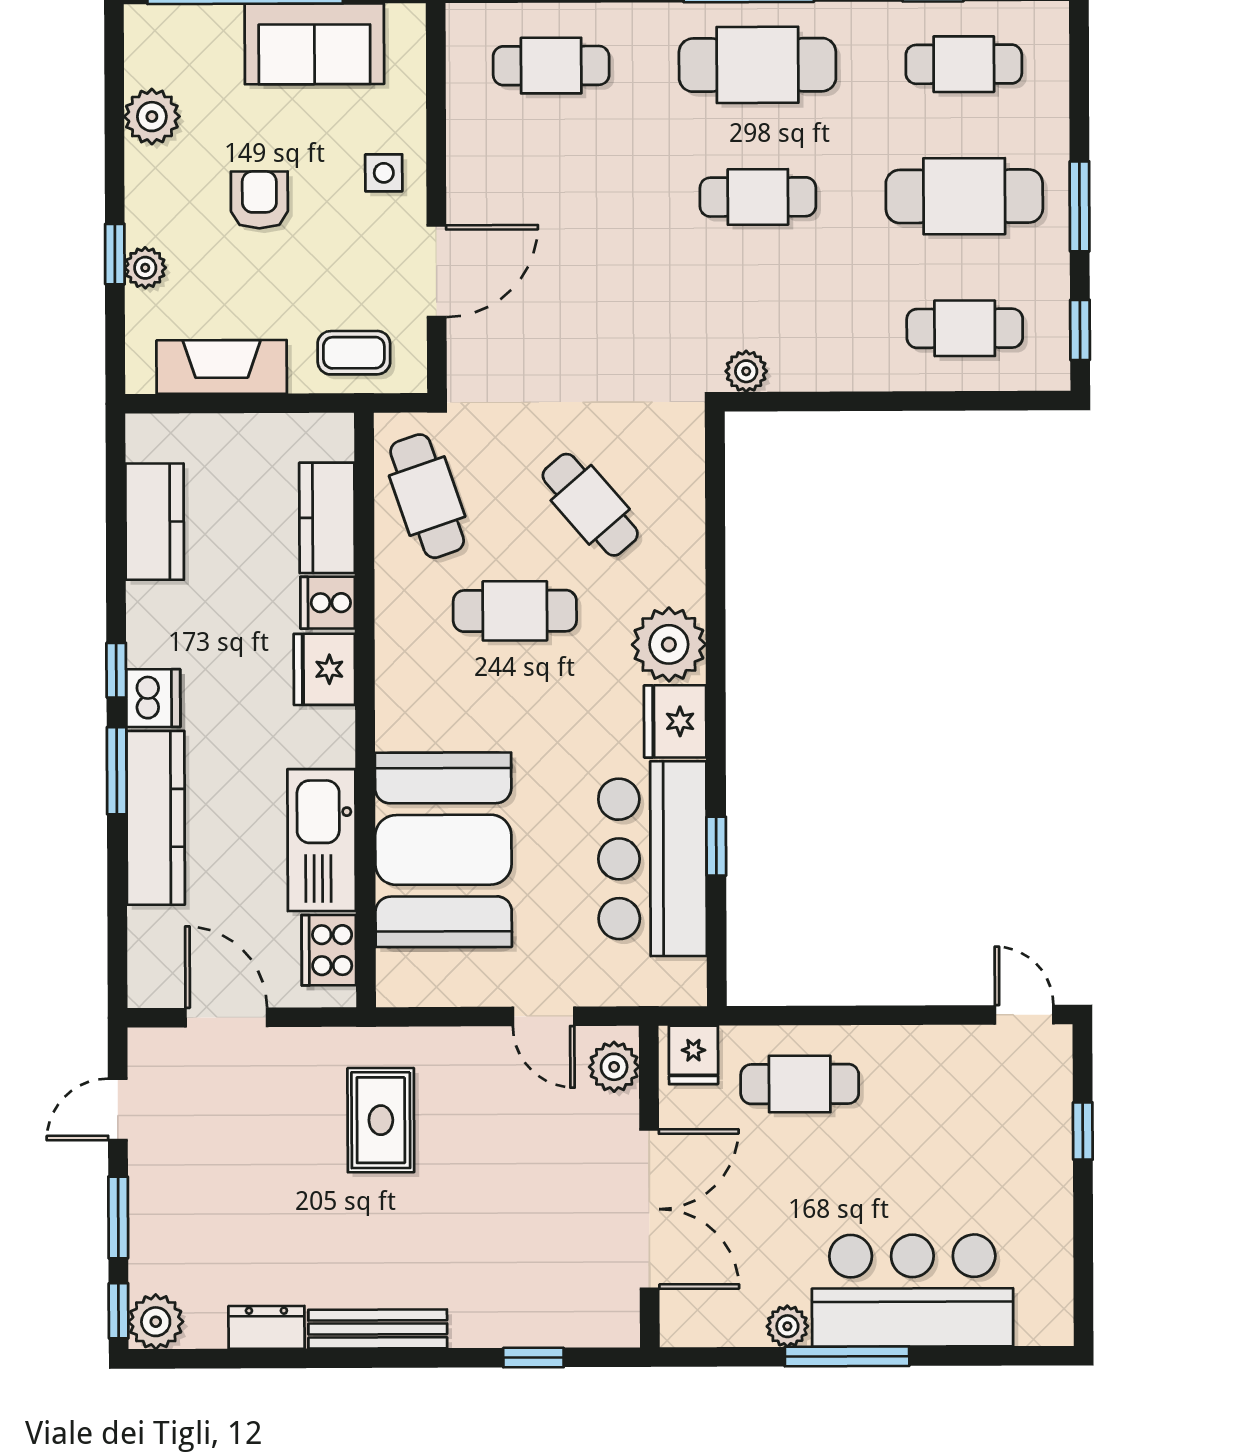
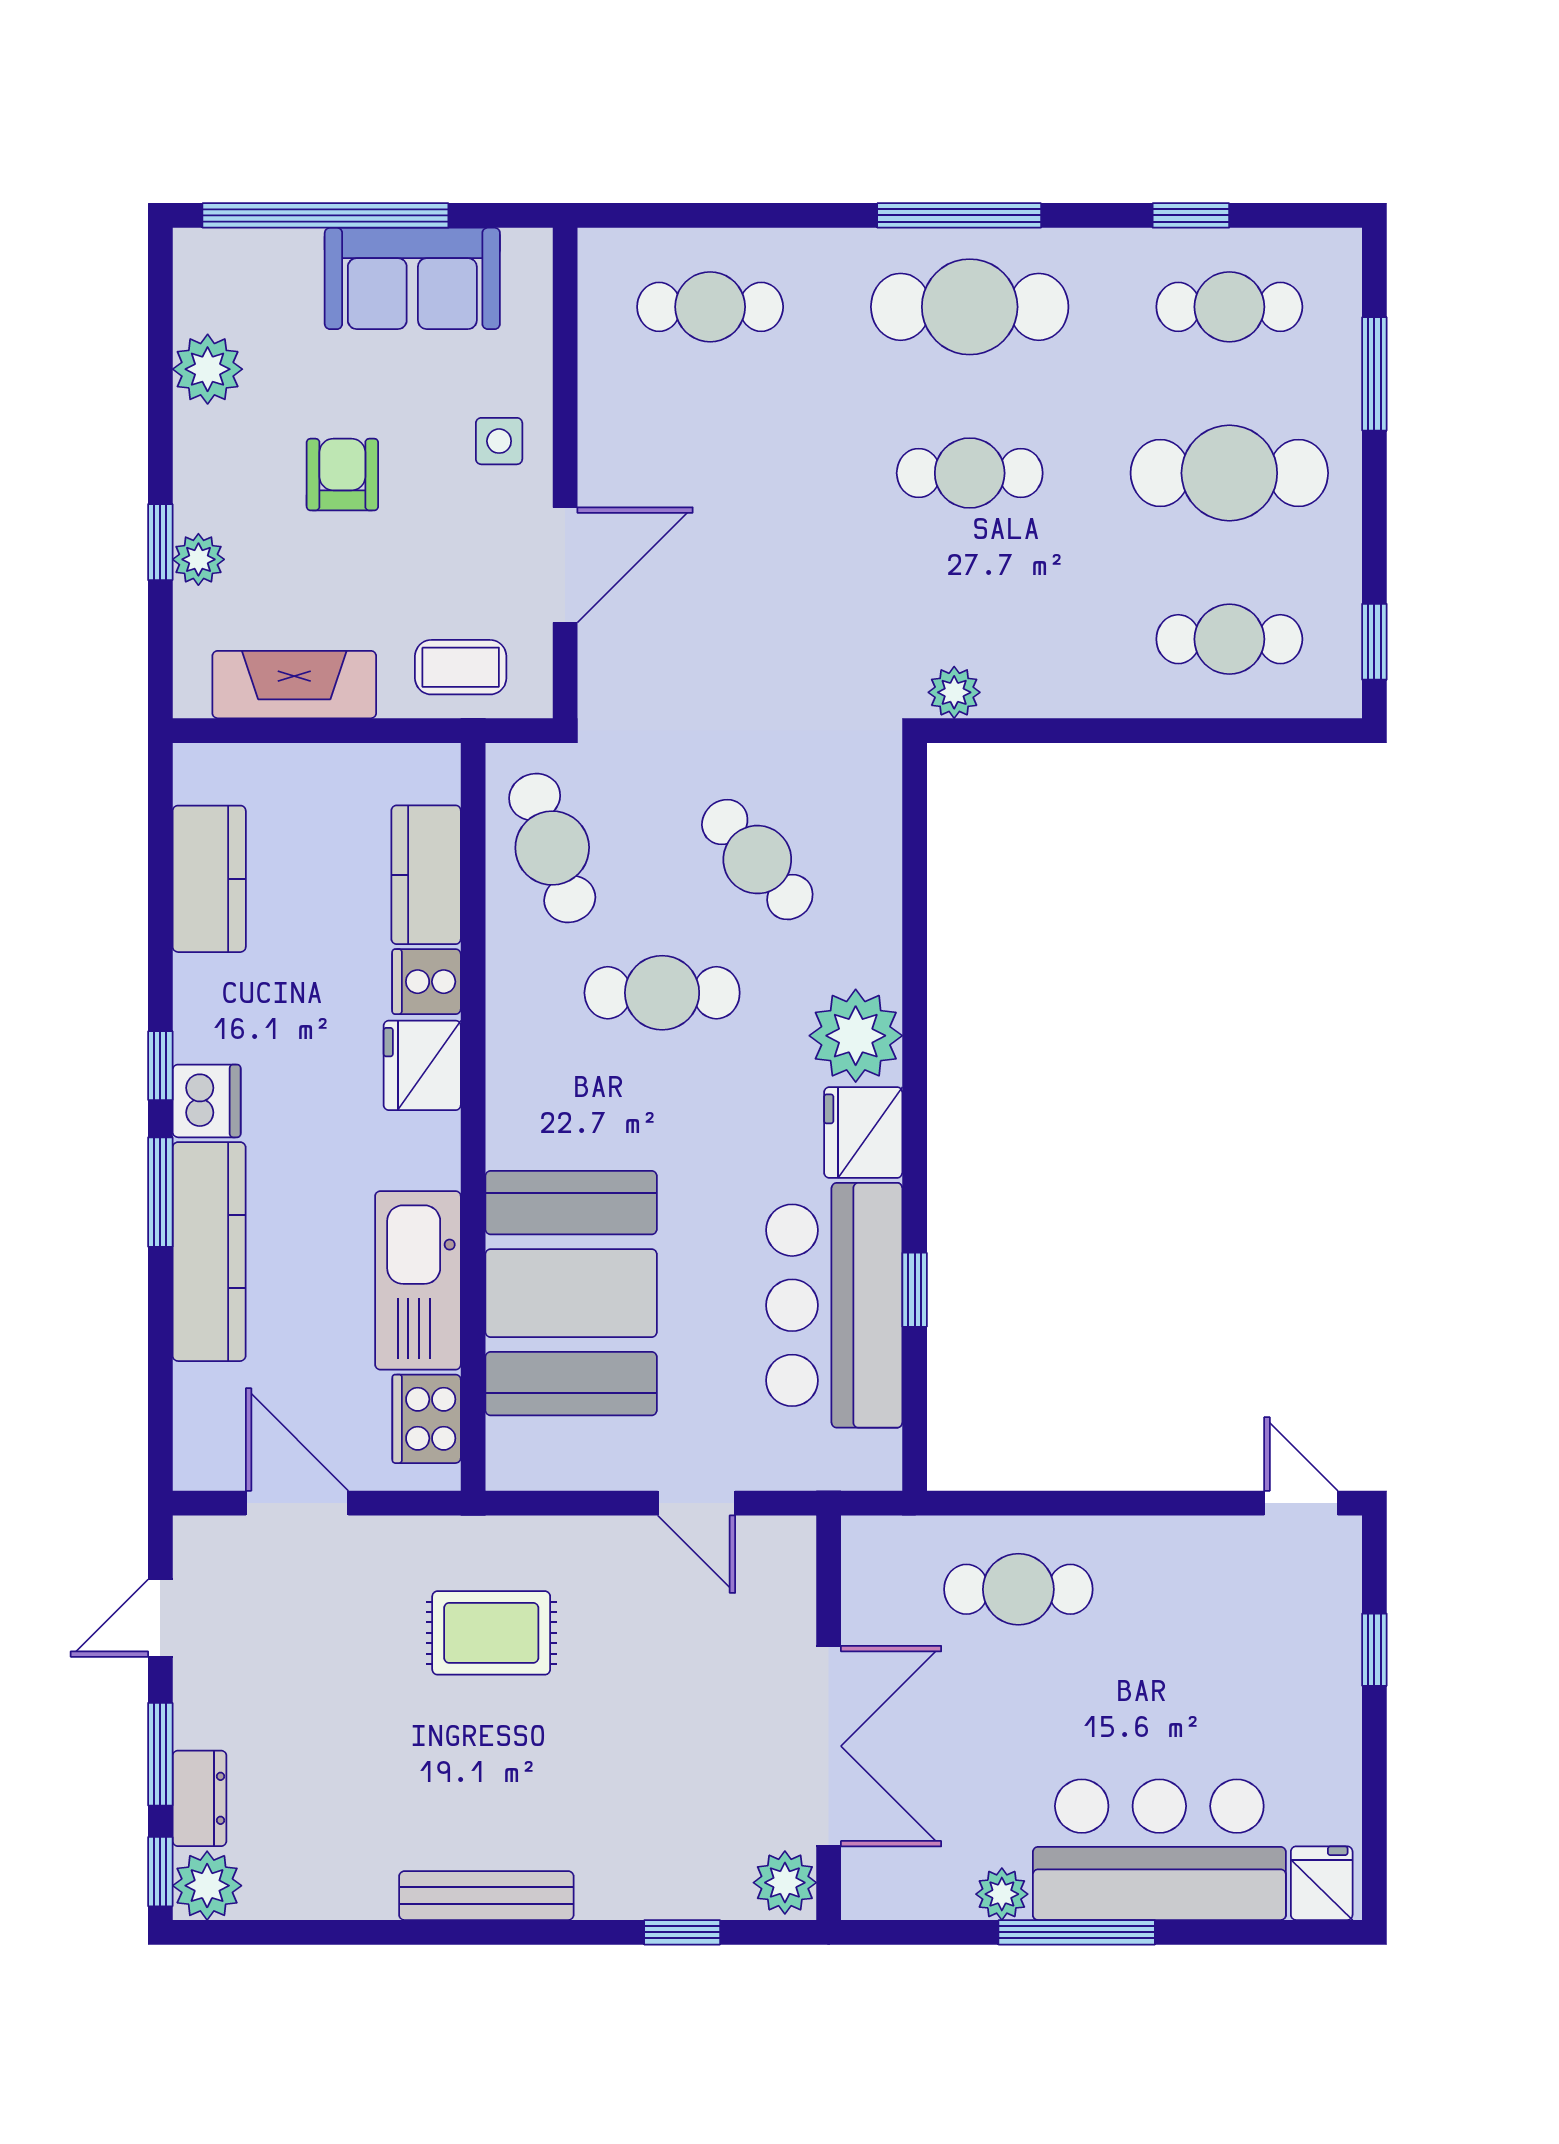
window: (1080, 206) -> (1374, 374), moved
fridge: (693, 1055) -> (1322, 1883), moved, turned 180
plant: (614, 1067) -> (785, 1883), moved
rug: (381, 1120) -> (491, 1633), turned 90
dresser: (266, 1327) -> (200, 1798), moved, turned 90

